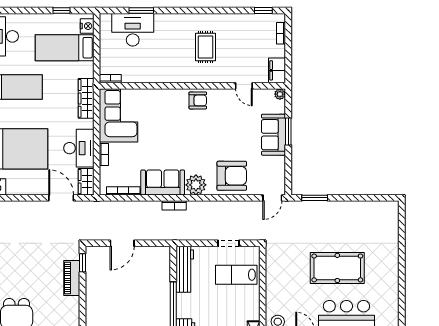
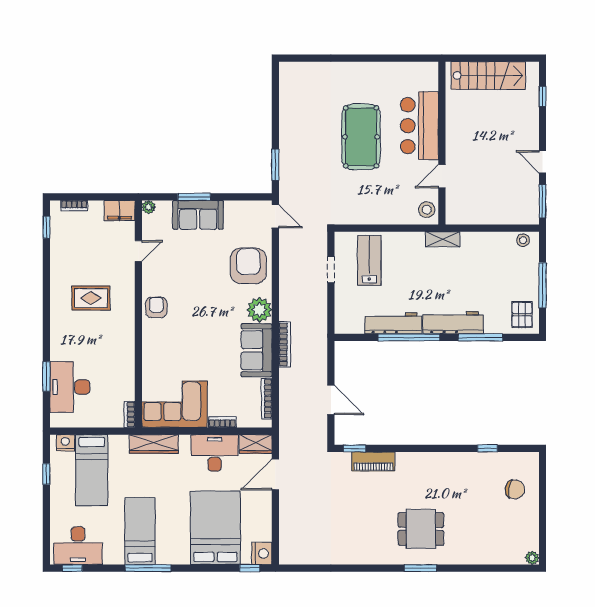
bookcase: (174, 205) -> (285, 344), width x1.56
workbench: (185, 269) -> (393, 323), moved
lab bench: (236, 275) -> (369, 260), turned 180

